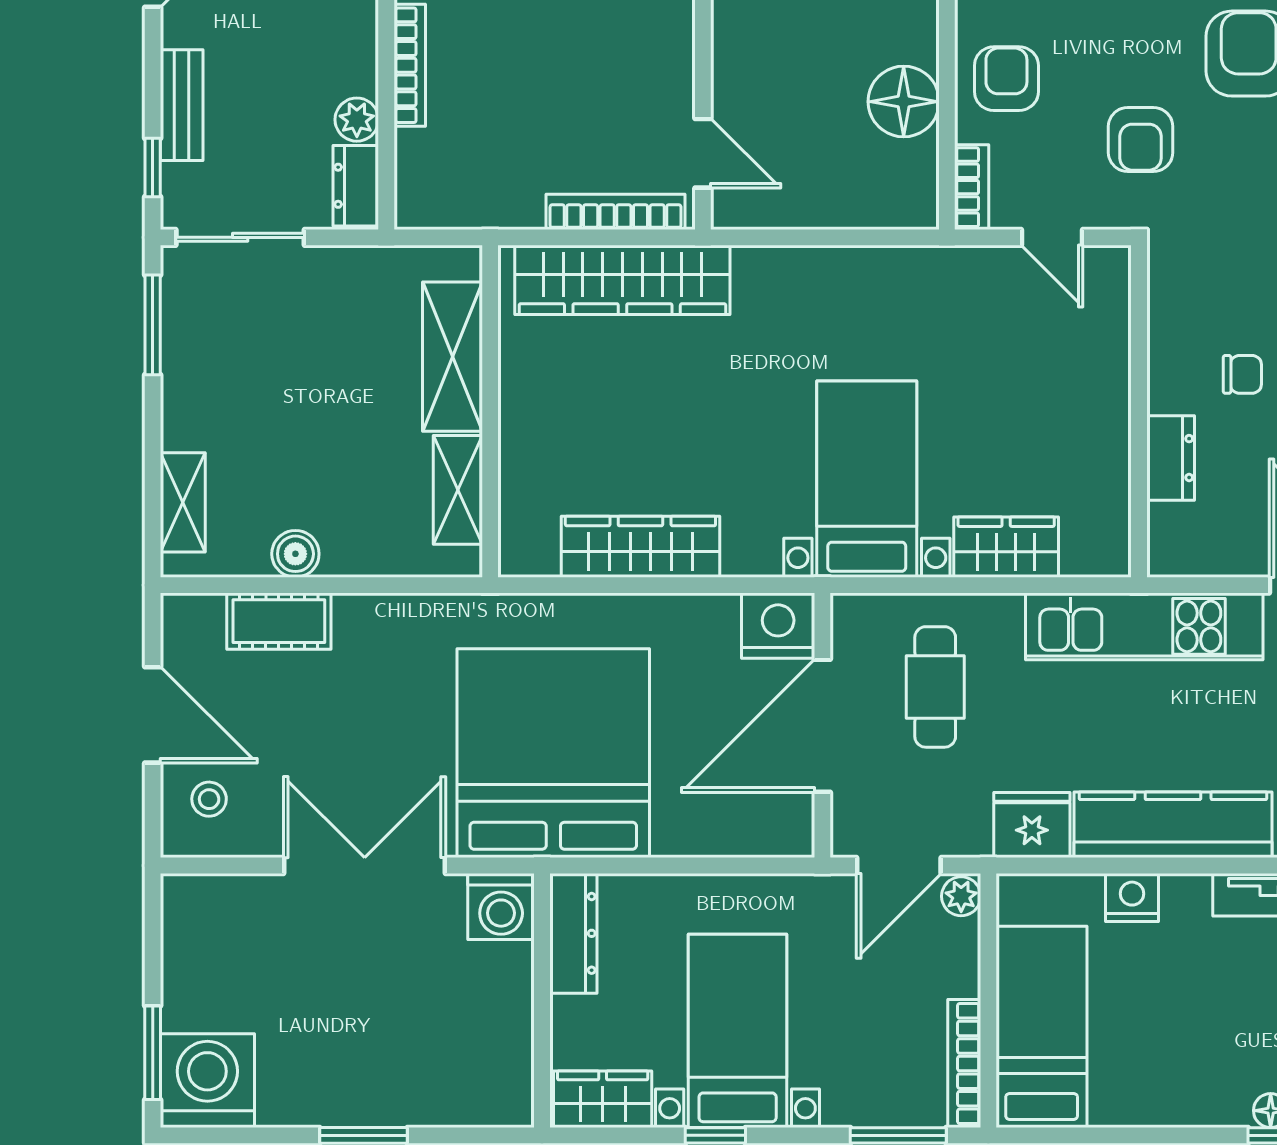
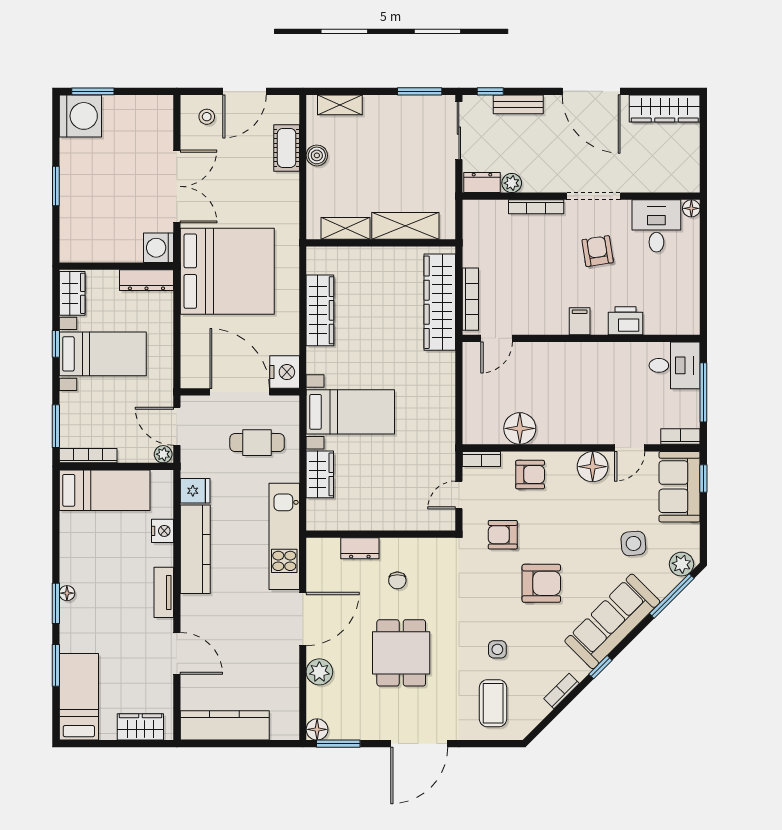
fridge: (1032, 825) -> (195, 491), width x0.72

